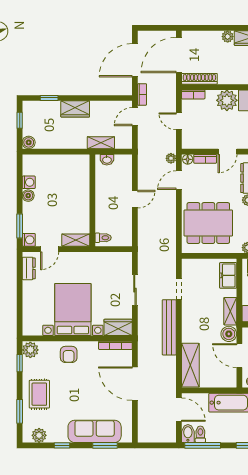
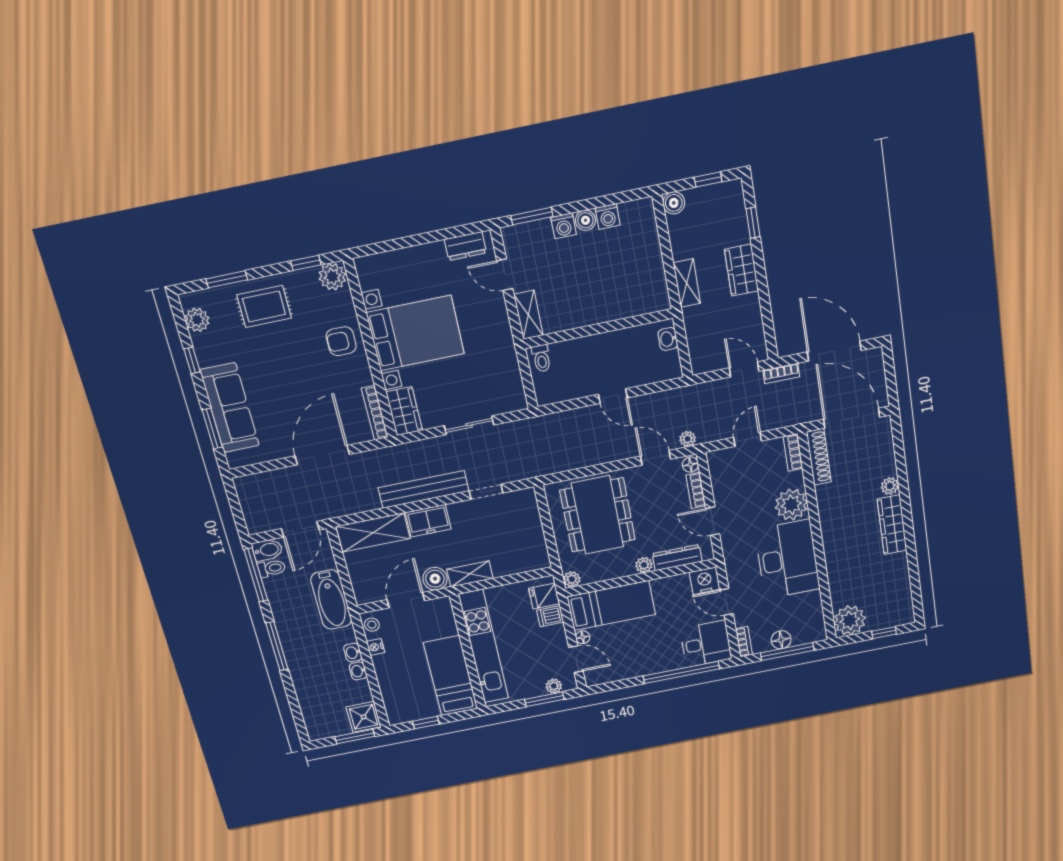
shelving: (101, 143) -> (687, 283), moved
washing machine: (29, 240) -> (564, 226), moved
freezer: (228, 275) -> (428, 521), moved, turned 180

